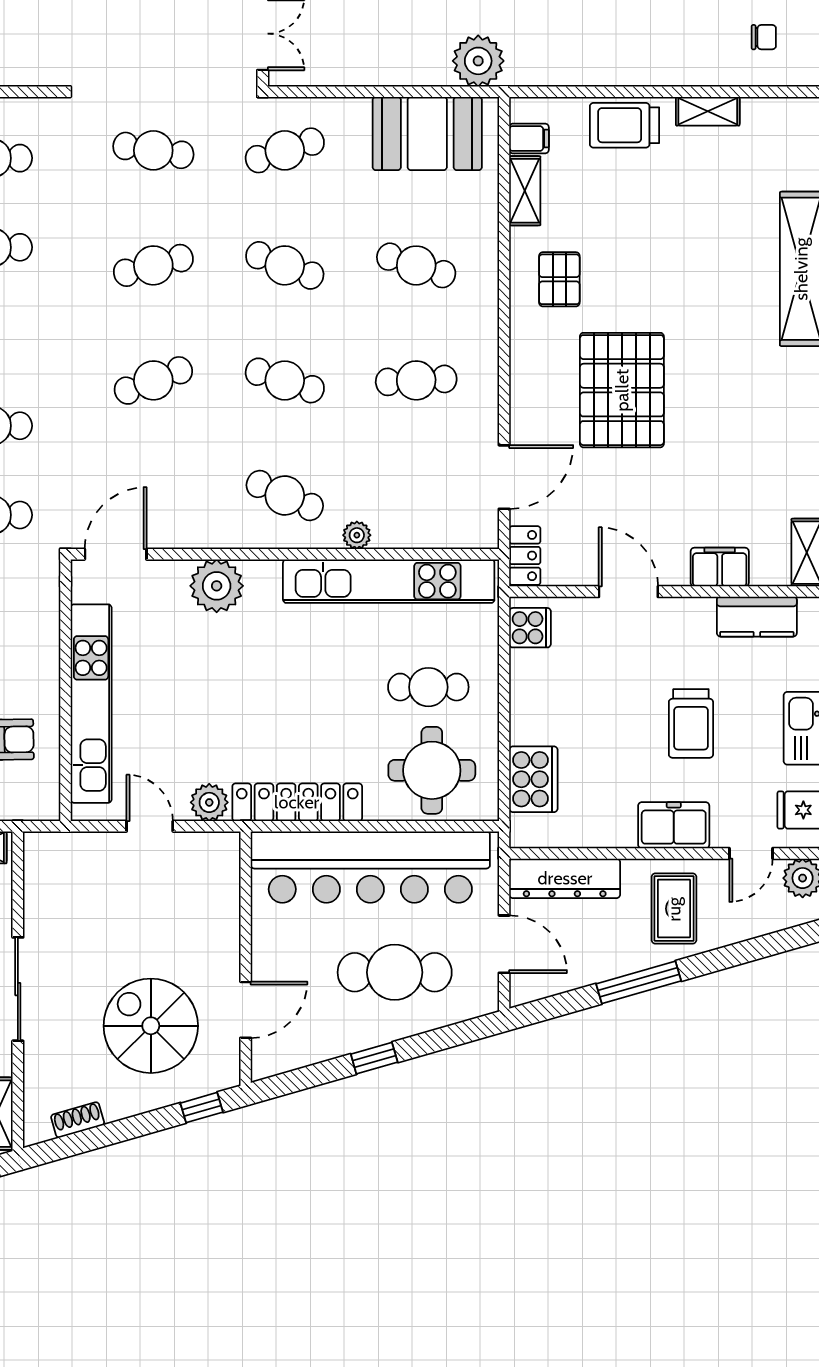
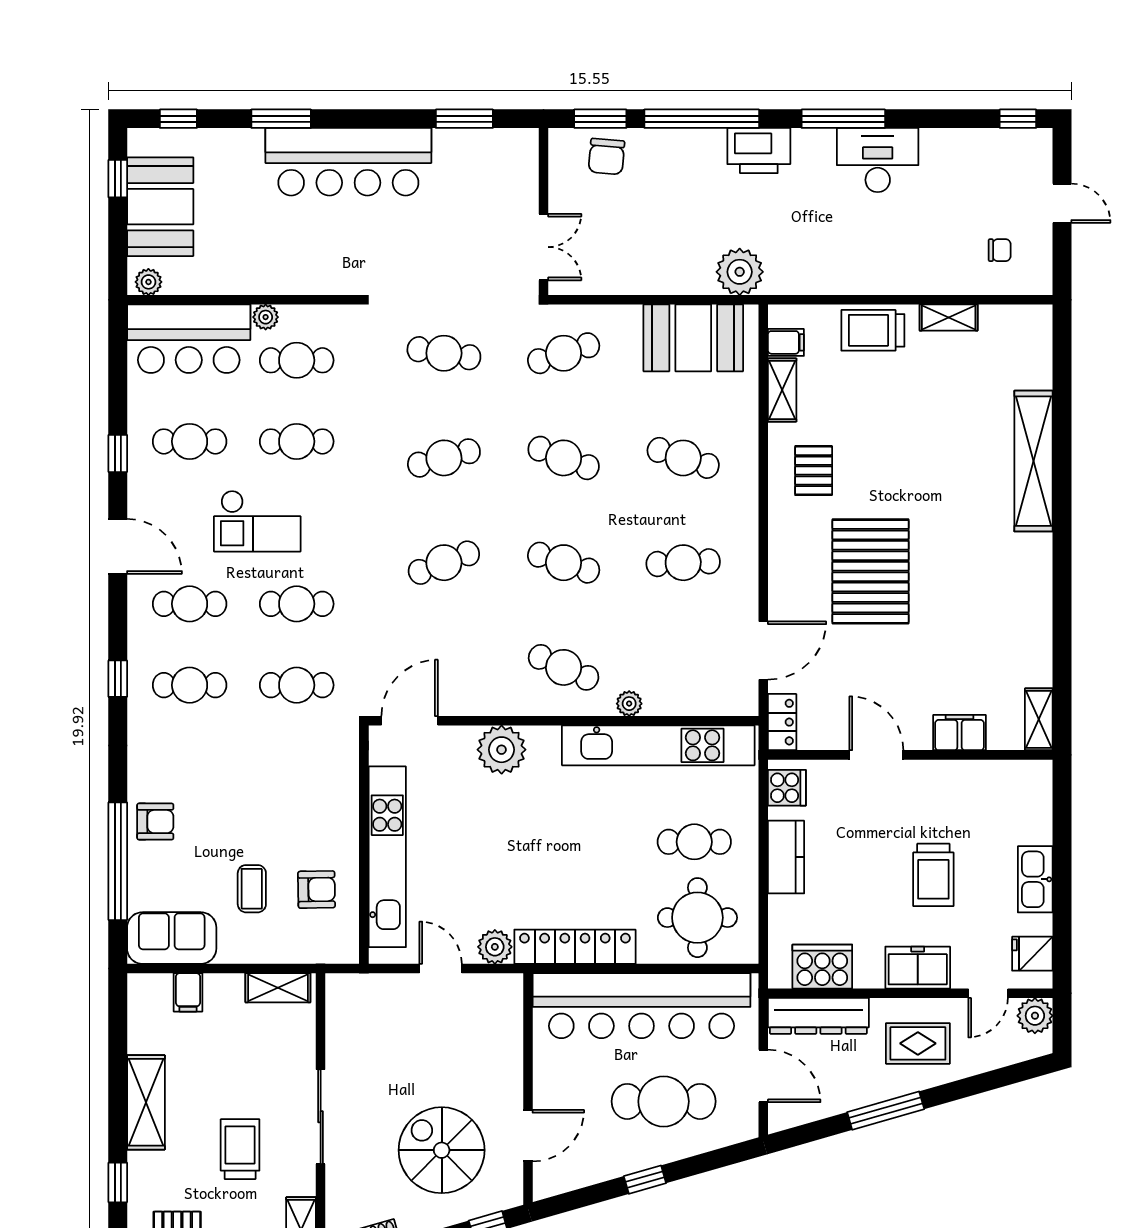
kitchen counter: (757, 617) -> (786, 857), moved, turned -90
cooker: (533, 779) -> (822, 967), moved, turned -90
rug: (674, 909) -> (918, 1043), turned 90

